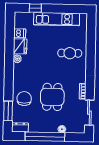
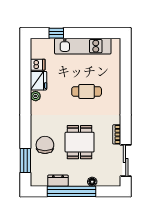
cafe table: (70, 53) -> (87, 91), moved
dresser: (20, 127) -> (58, 181), moved

